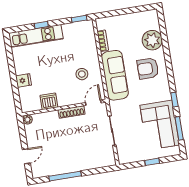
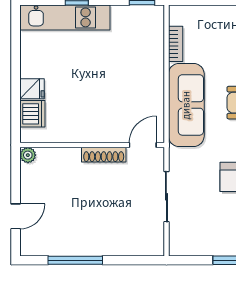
stool: (82, 74) -> (131, 94), removed
dishwasher: (49, 101) -> (32, 114), moved, turned 90

